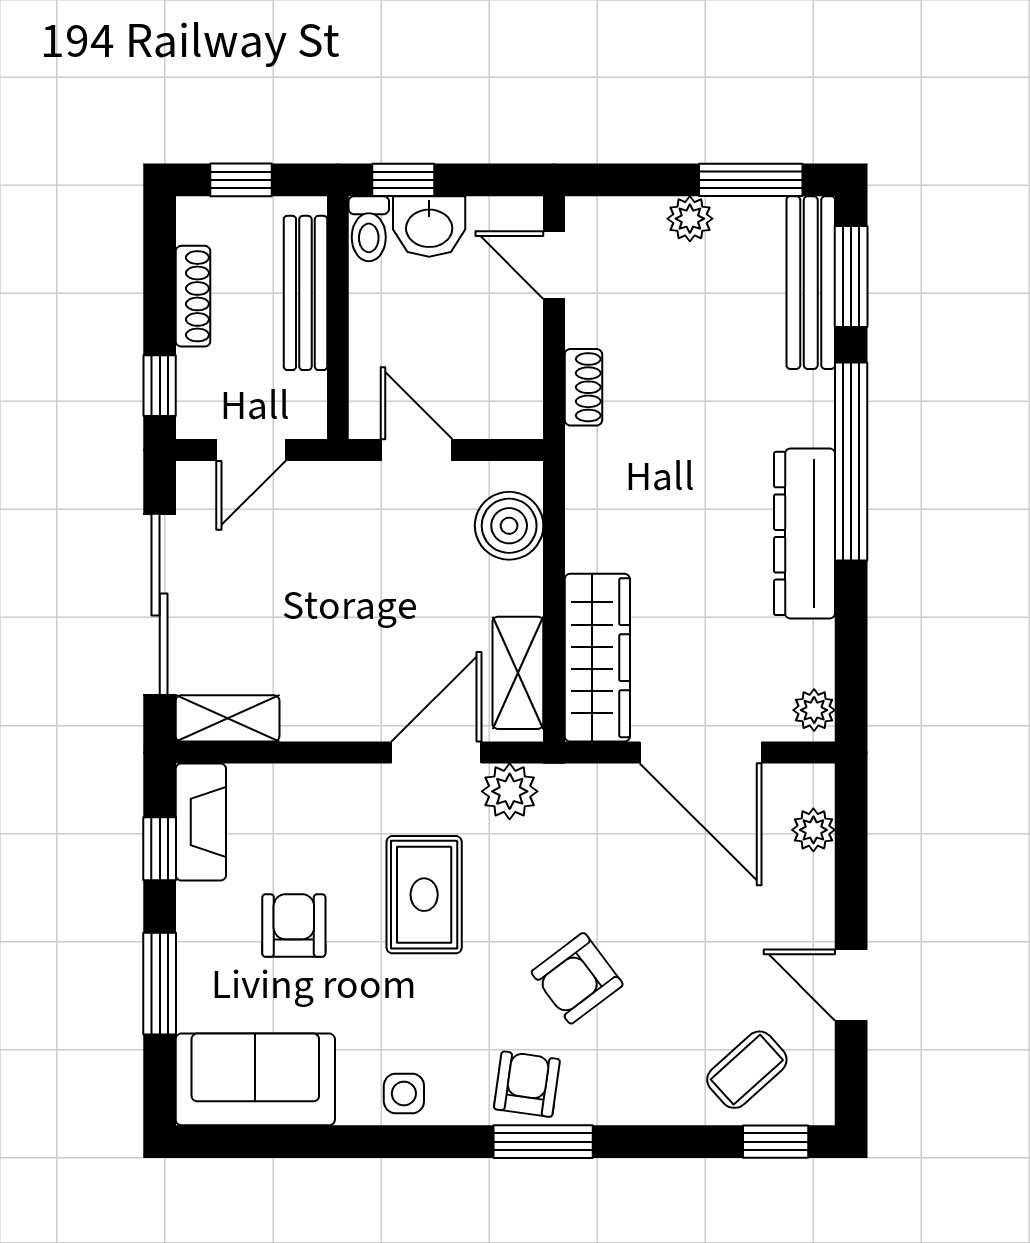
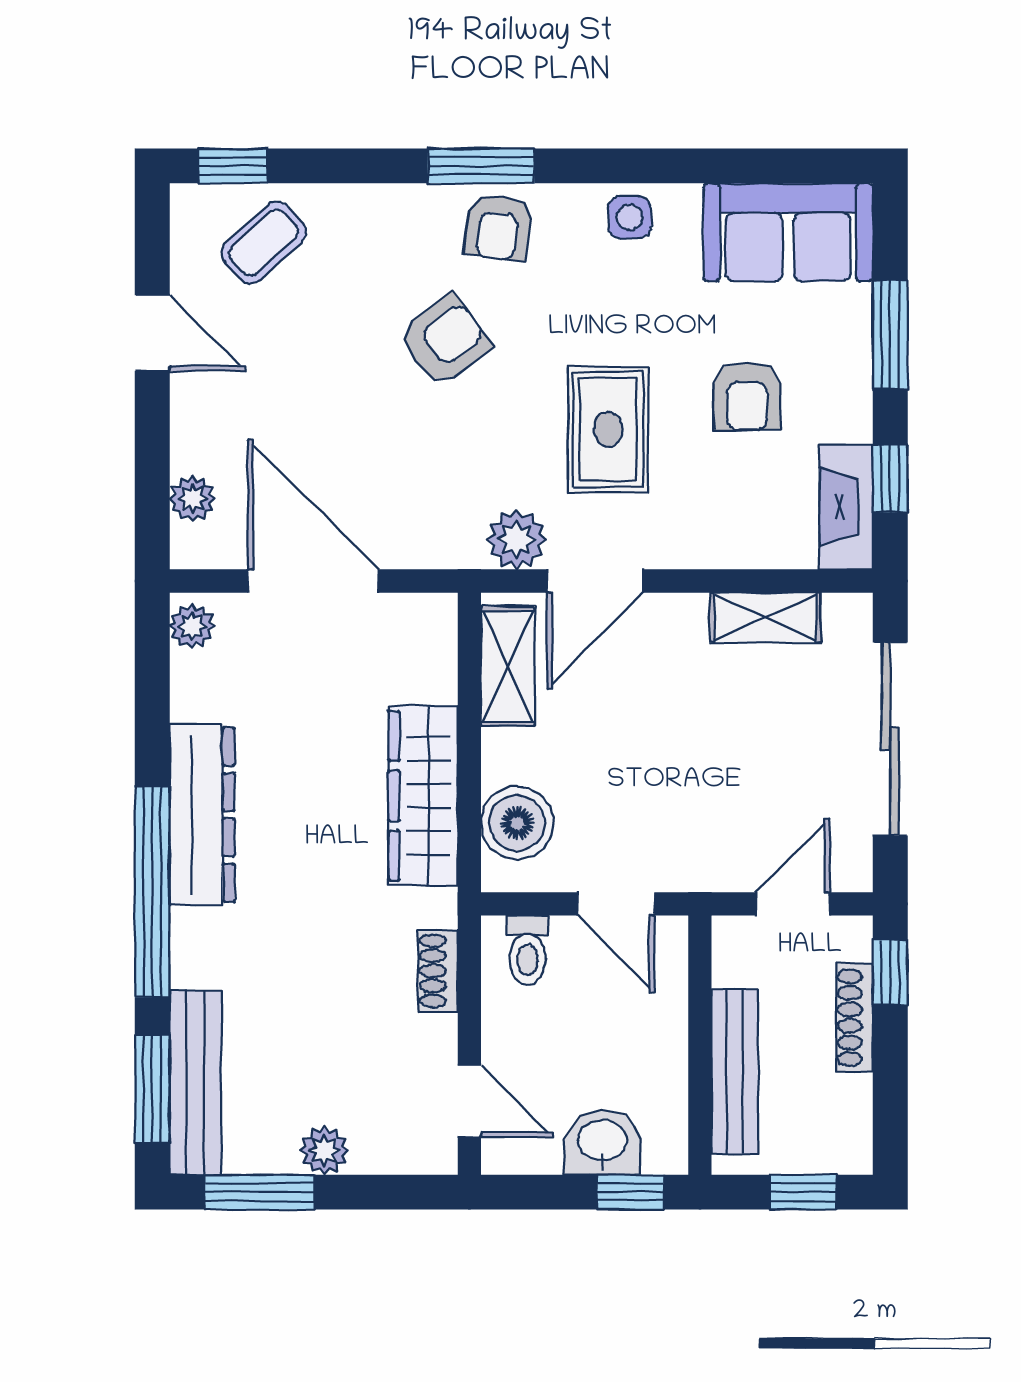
toilet: (369, 229) -> (527, 950), moved, turned 180
shoe rack: (193, 296) -> (855, 1018), moved
wardrobe: (597, 658) -> (423, 796), moved
shelving: (228, 718) -> (765, 617), moved

